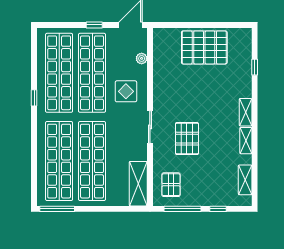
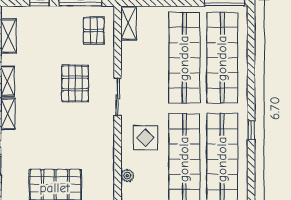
shelving: (138, 184) -> (129, 23), width x0.67, depth x0.75

